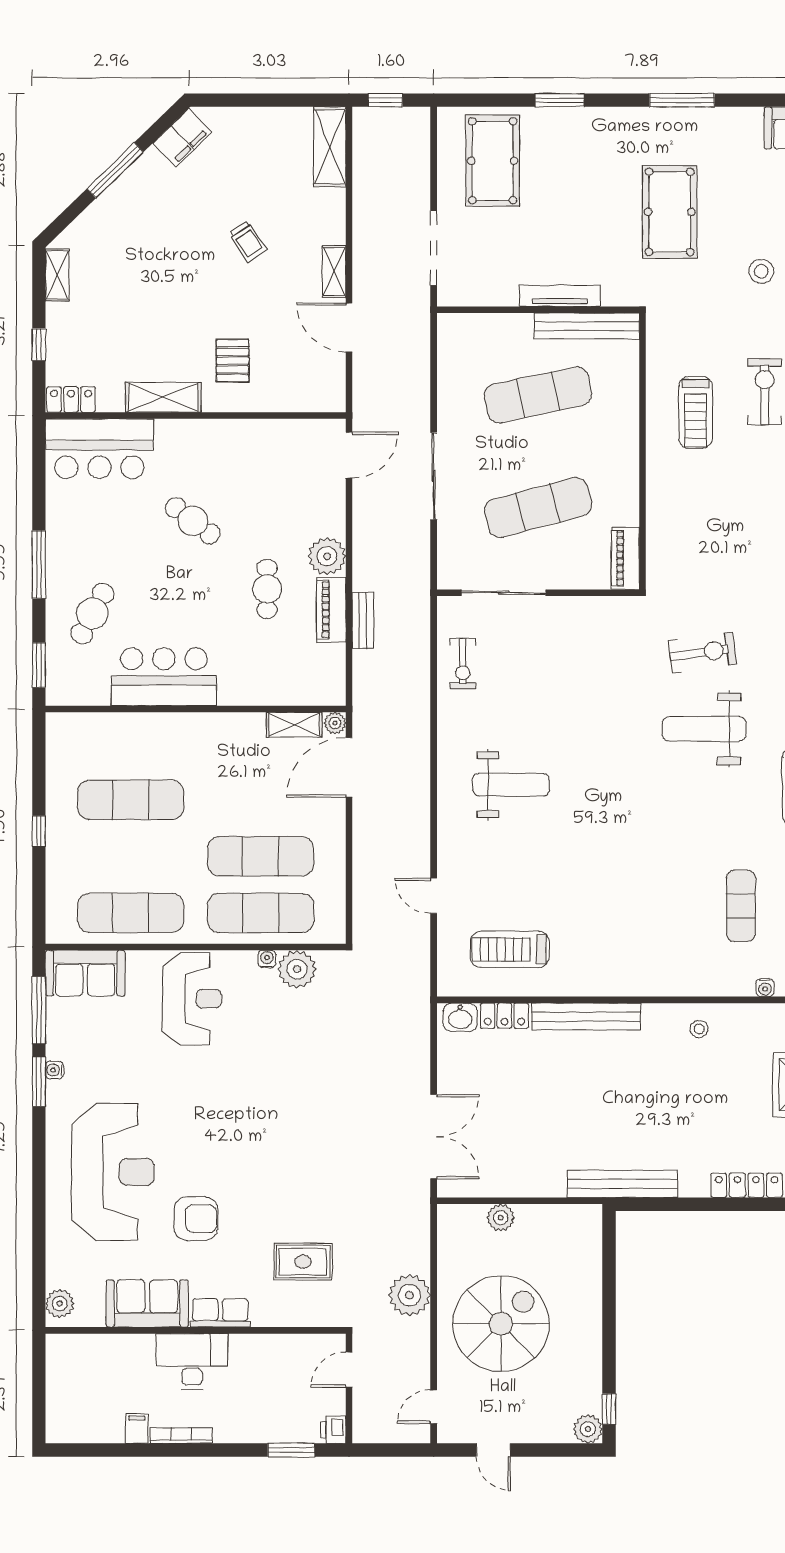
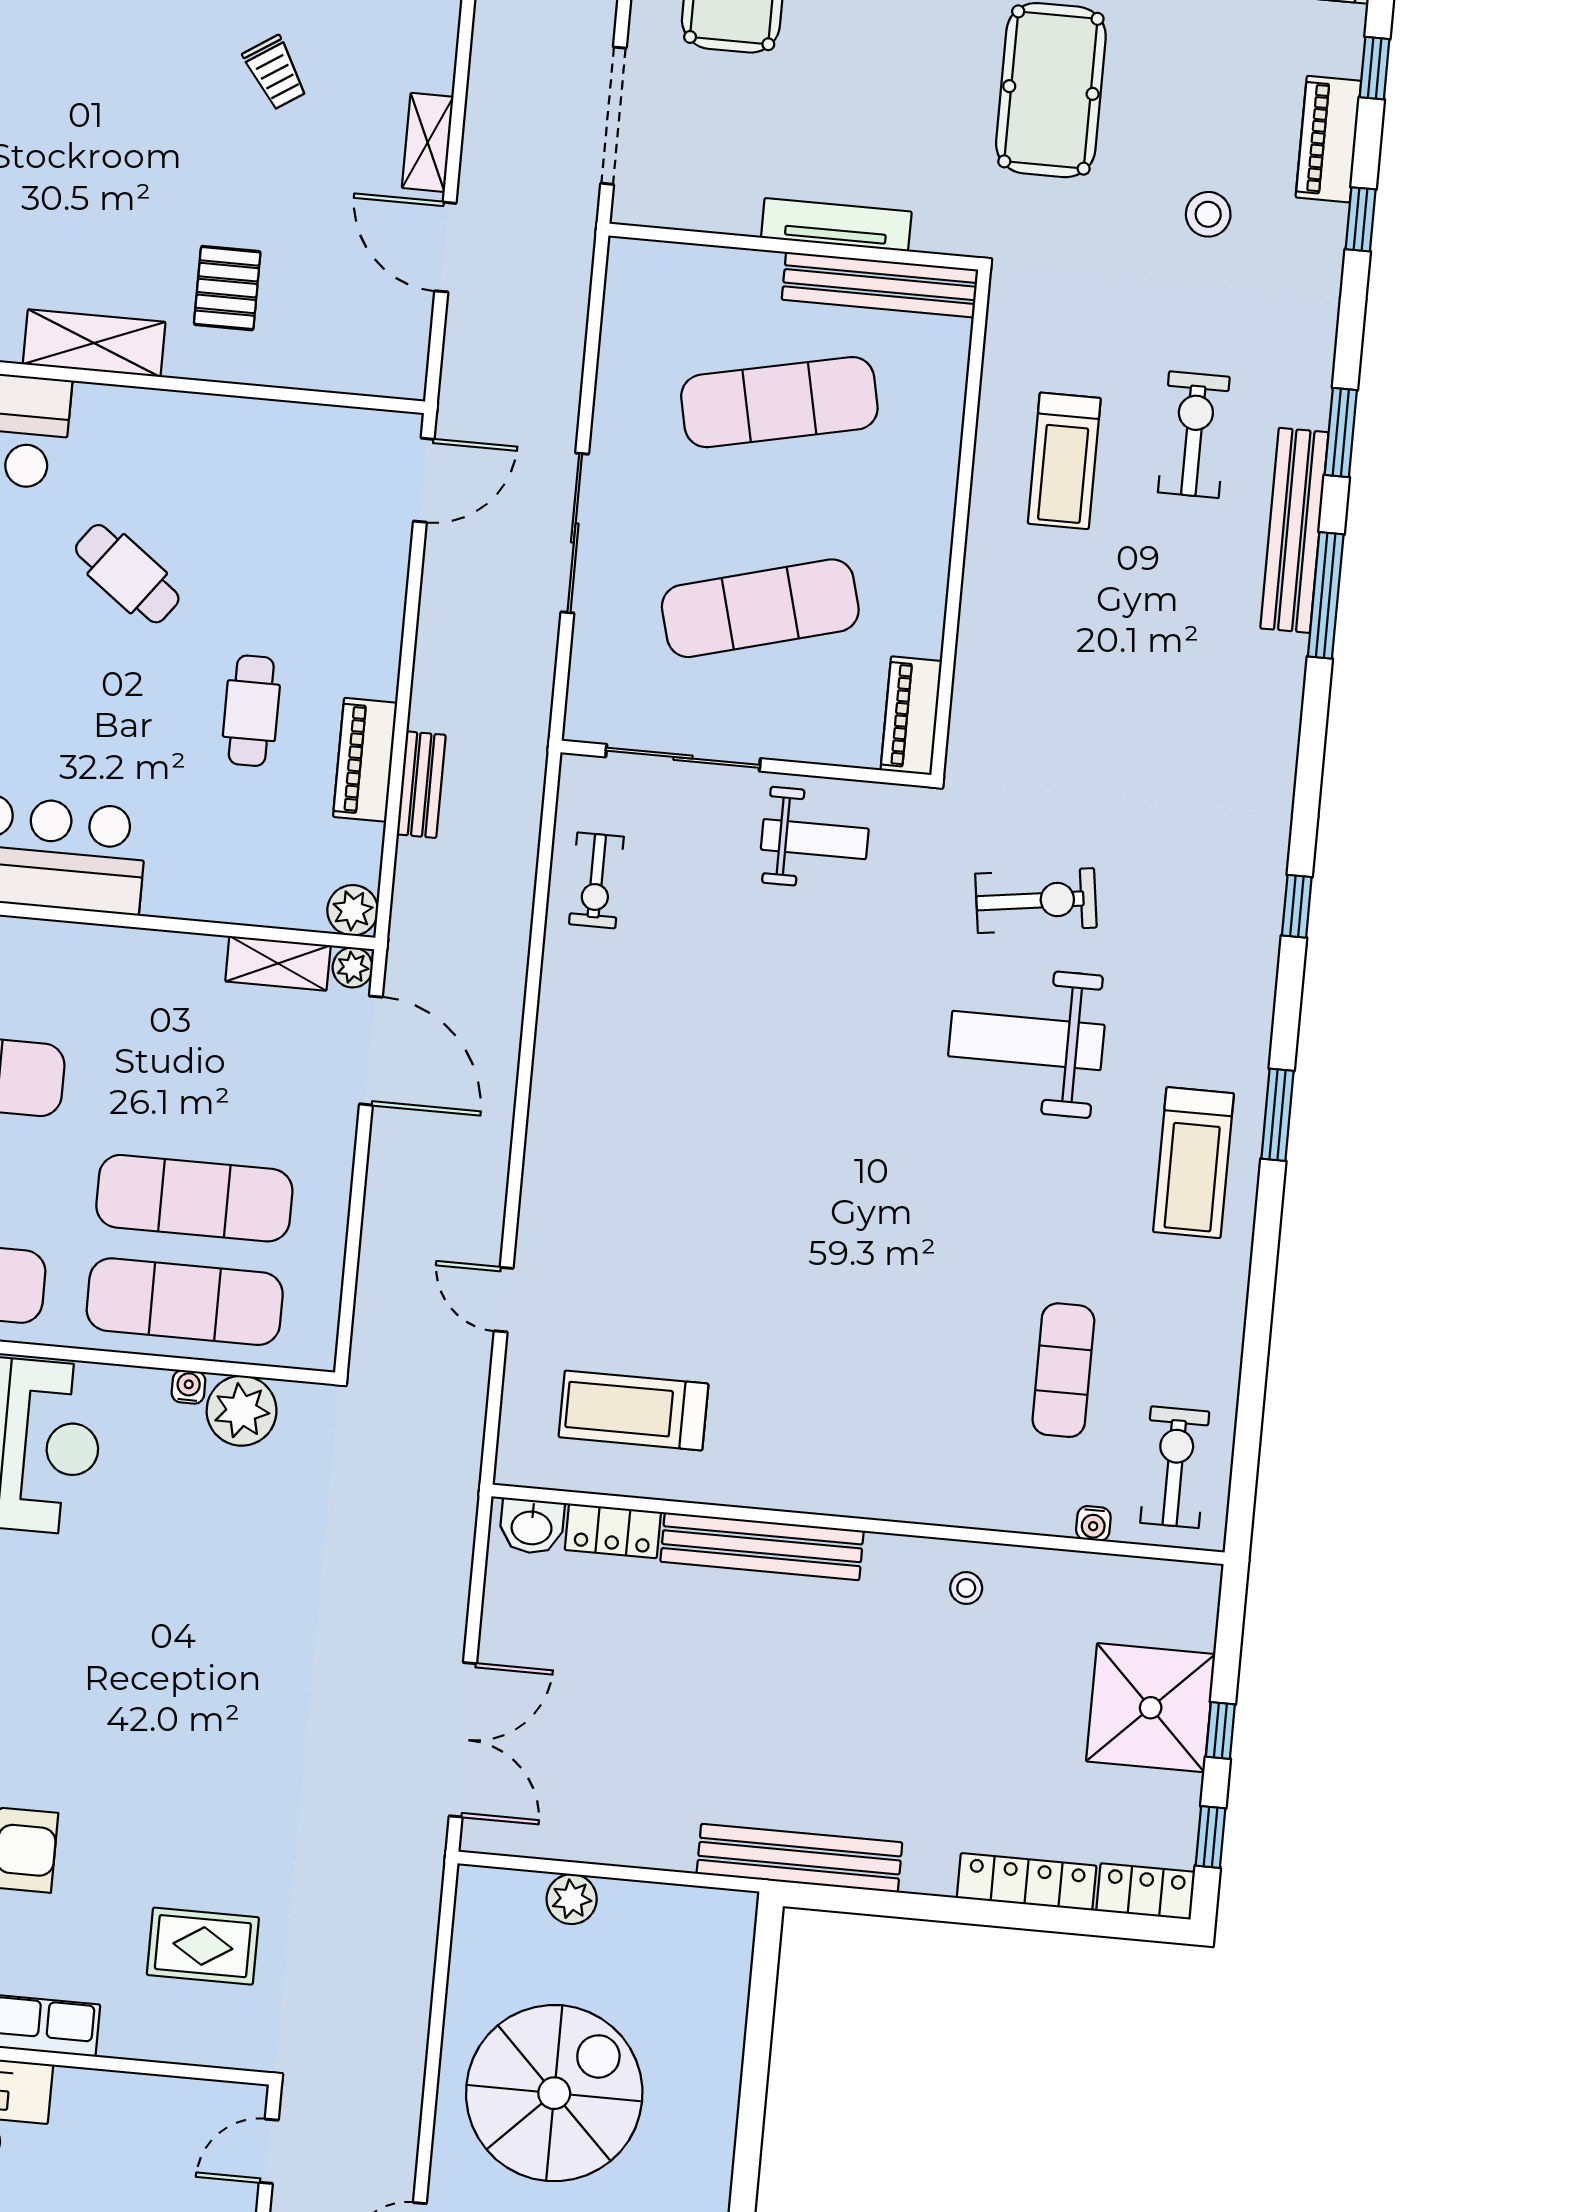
plant: (327, 556) -> (353, 910), moved, width x0.73, depth x0.73
door: (349, 767) -> (371, 1051), swing flipped
weight bench: (511, 785) -> (815, 839), moved, width x0.73, depth x0.75
plant: (409, 1295) -> (392, 2025), removed

